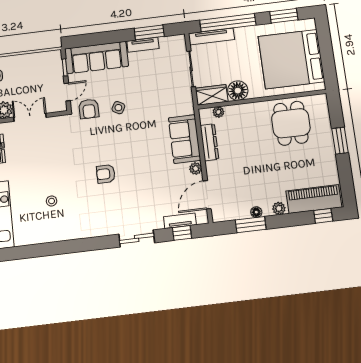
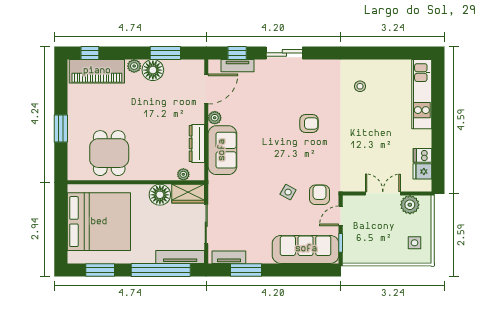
tv unit: (143, 45) -> (229, 257), moved
double door: (30, 117) -> (383, 193), swing flipped
stool: (52, 201) -> (360, 86), moved
floor lamp: (256, 212) -> (153, 70), width x1.89, depth x1.89

